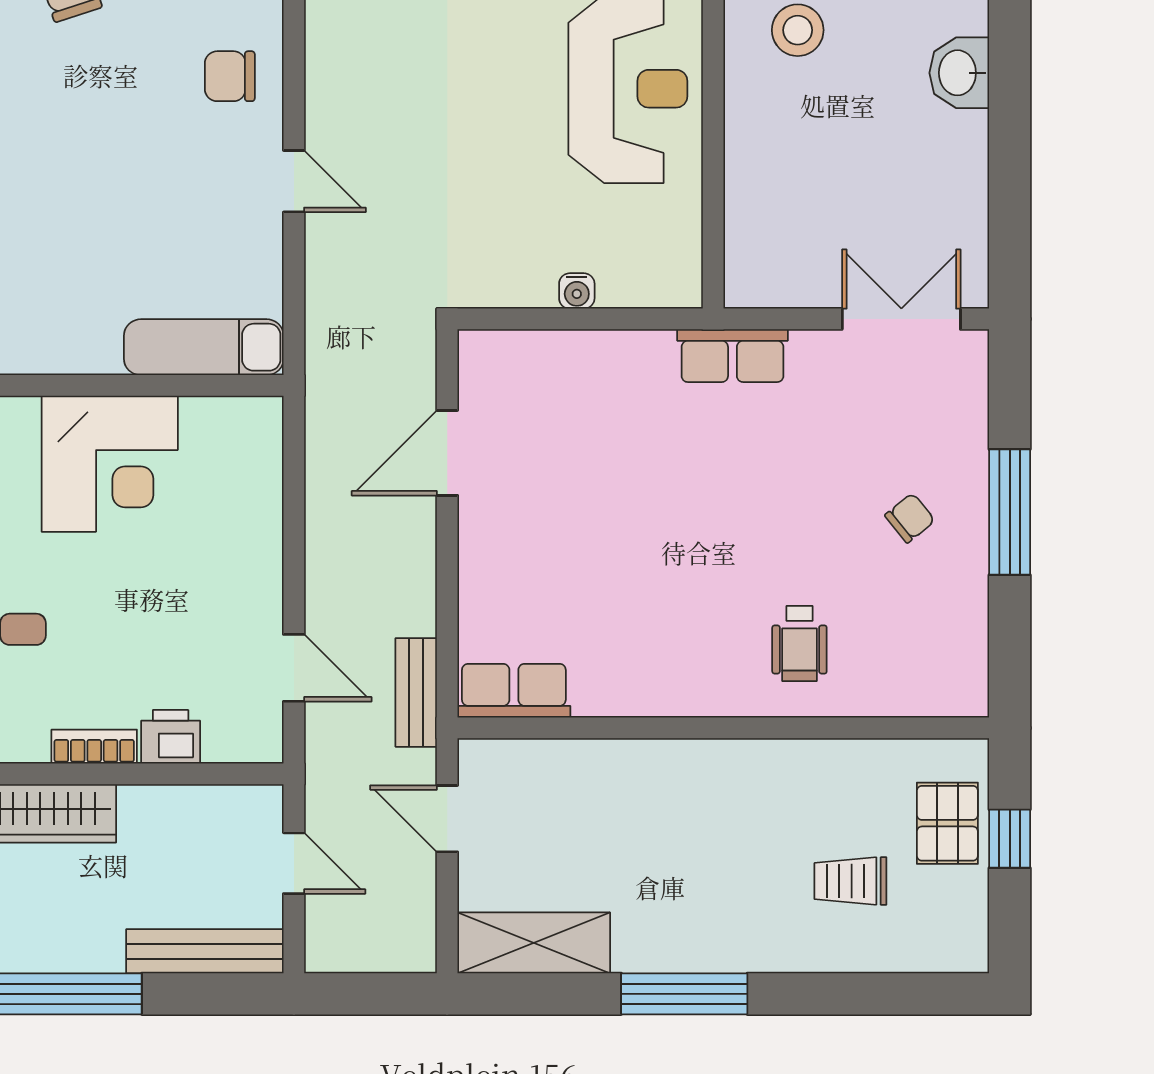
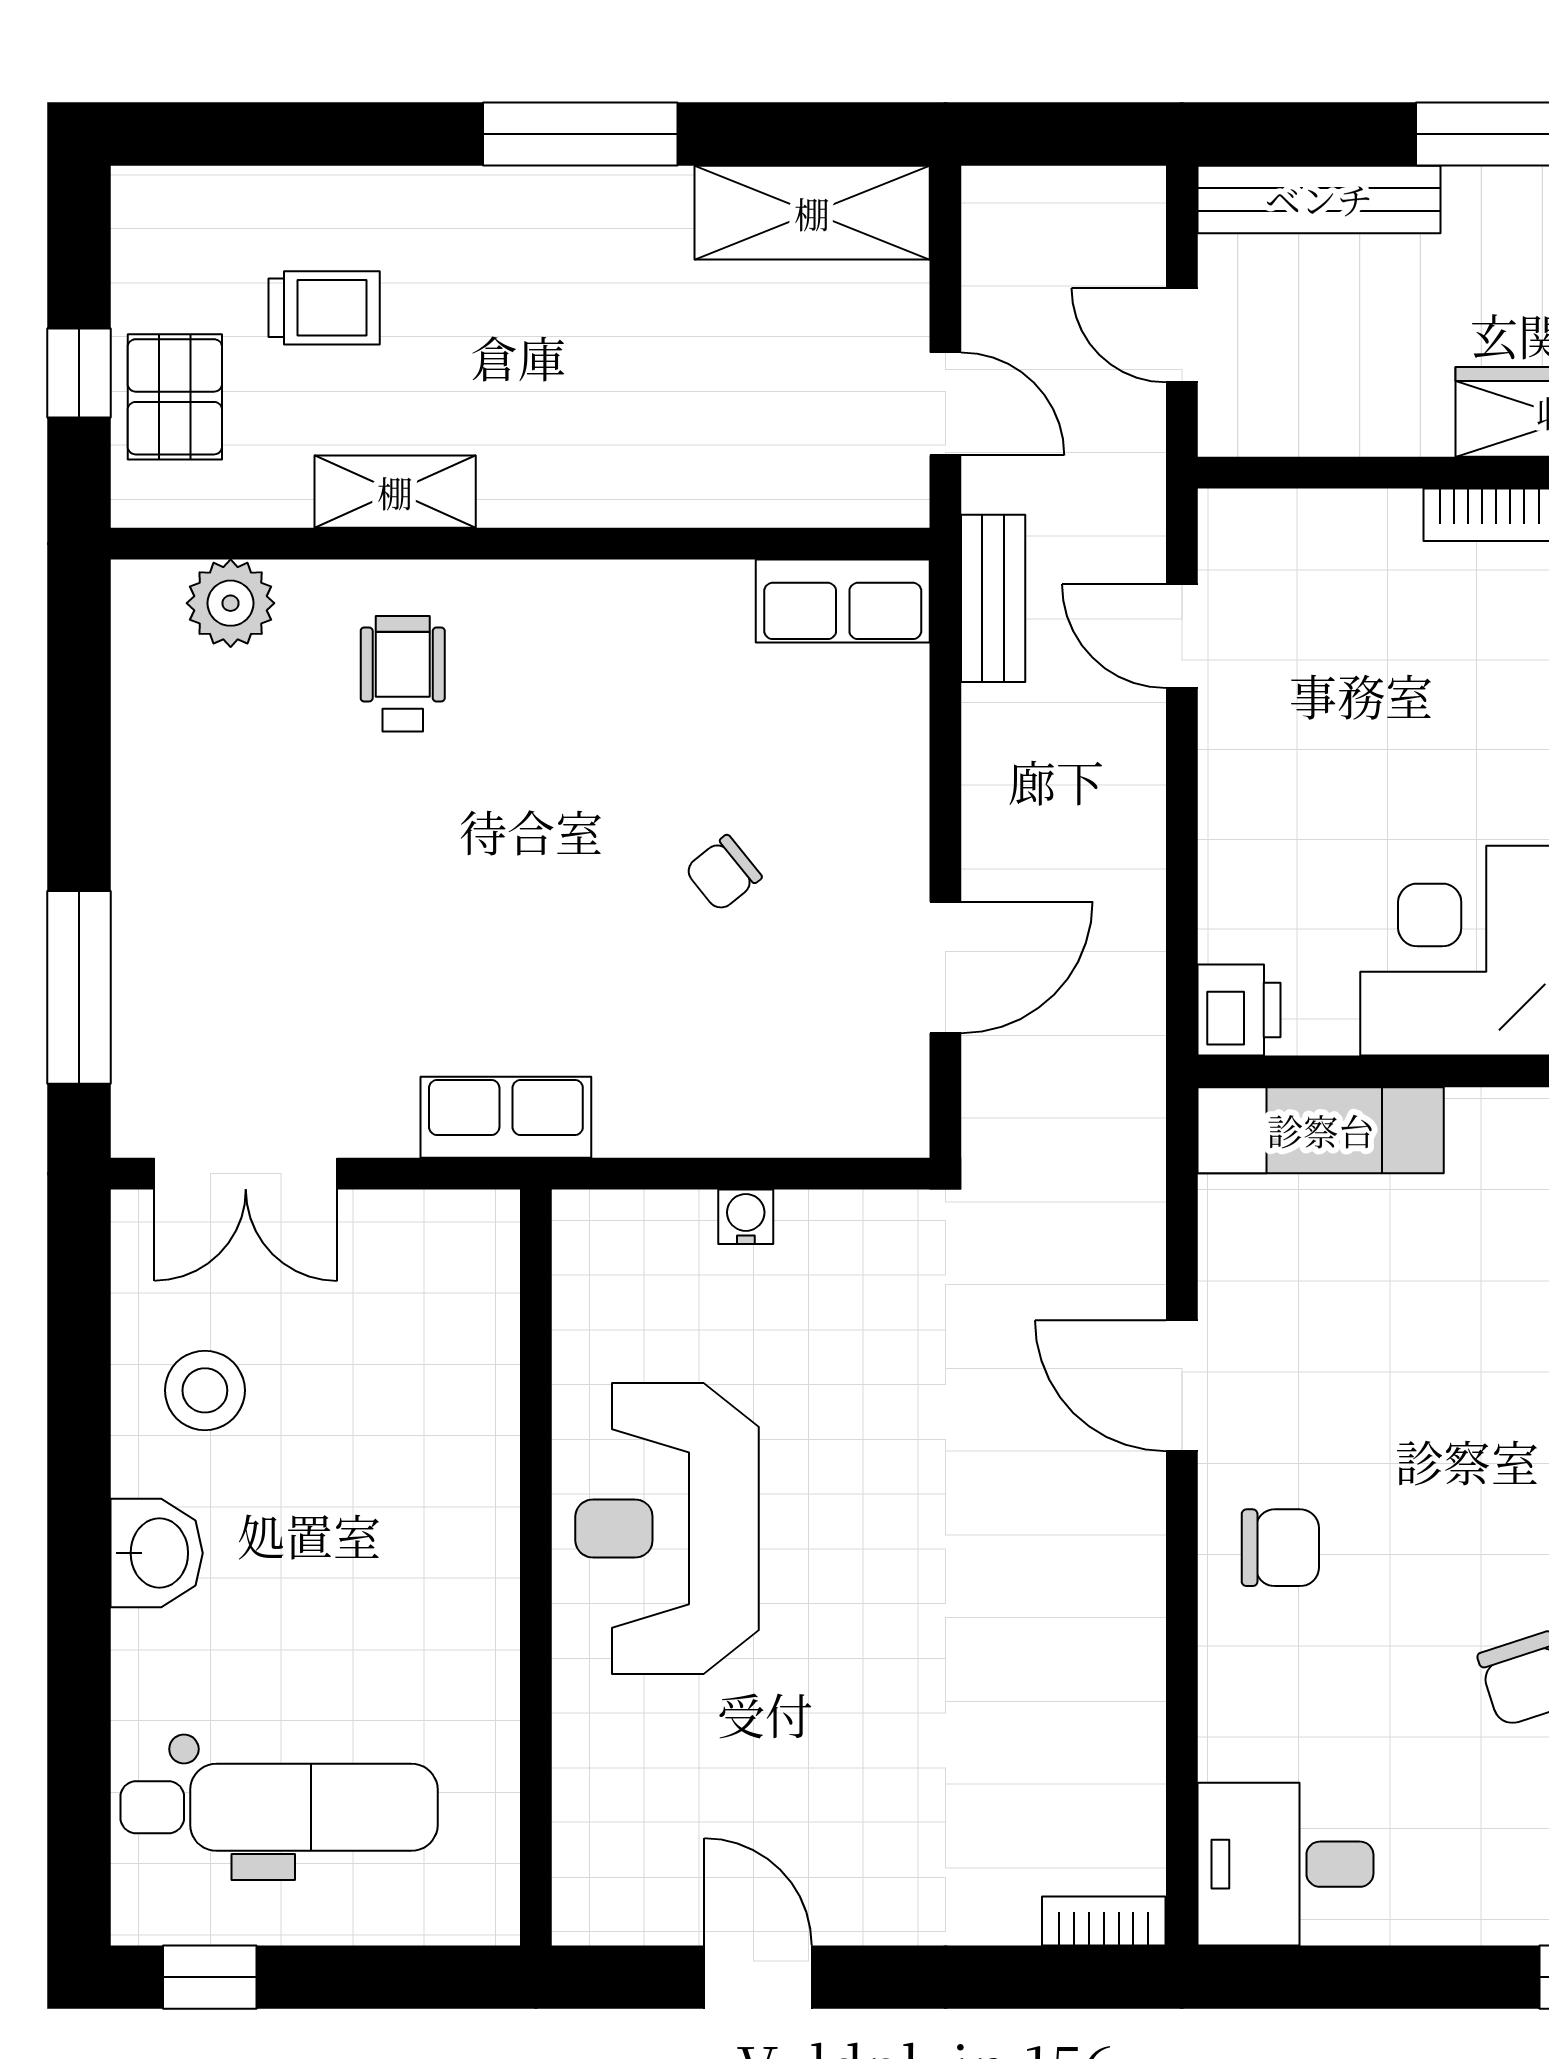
stool: (798, 30) -> (205, 1390), moved
door: (294, 181) -> (1182, 1386), width x1.38
window: (1010, 512) -> (79, 987), moved
chair: (910, 518) -> (723, 873), moved
plant: (911, 689) -> (231, 603), added
printer: (171, 737) -> (1239, 1010), moved, turned -90
shelving: (804, 762) -> (395, 492), added

